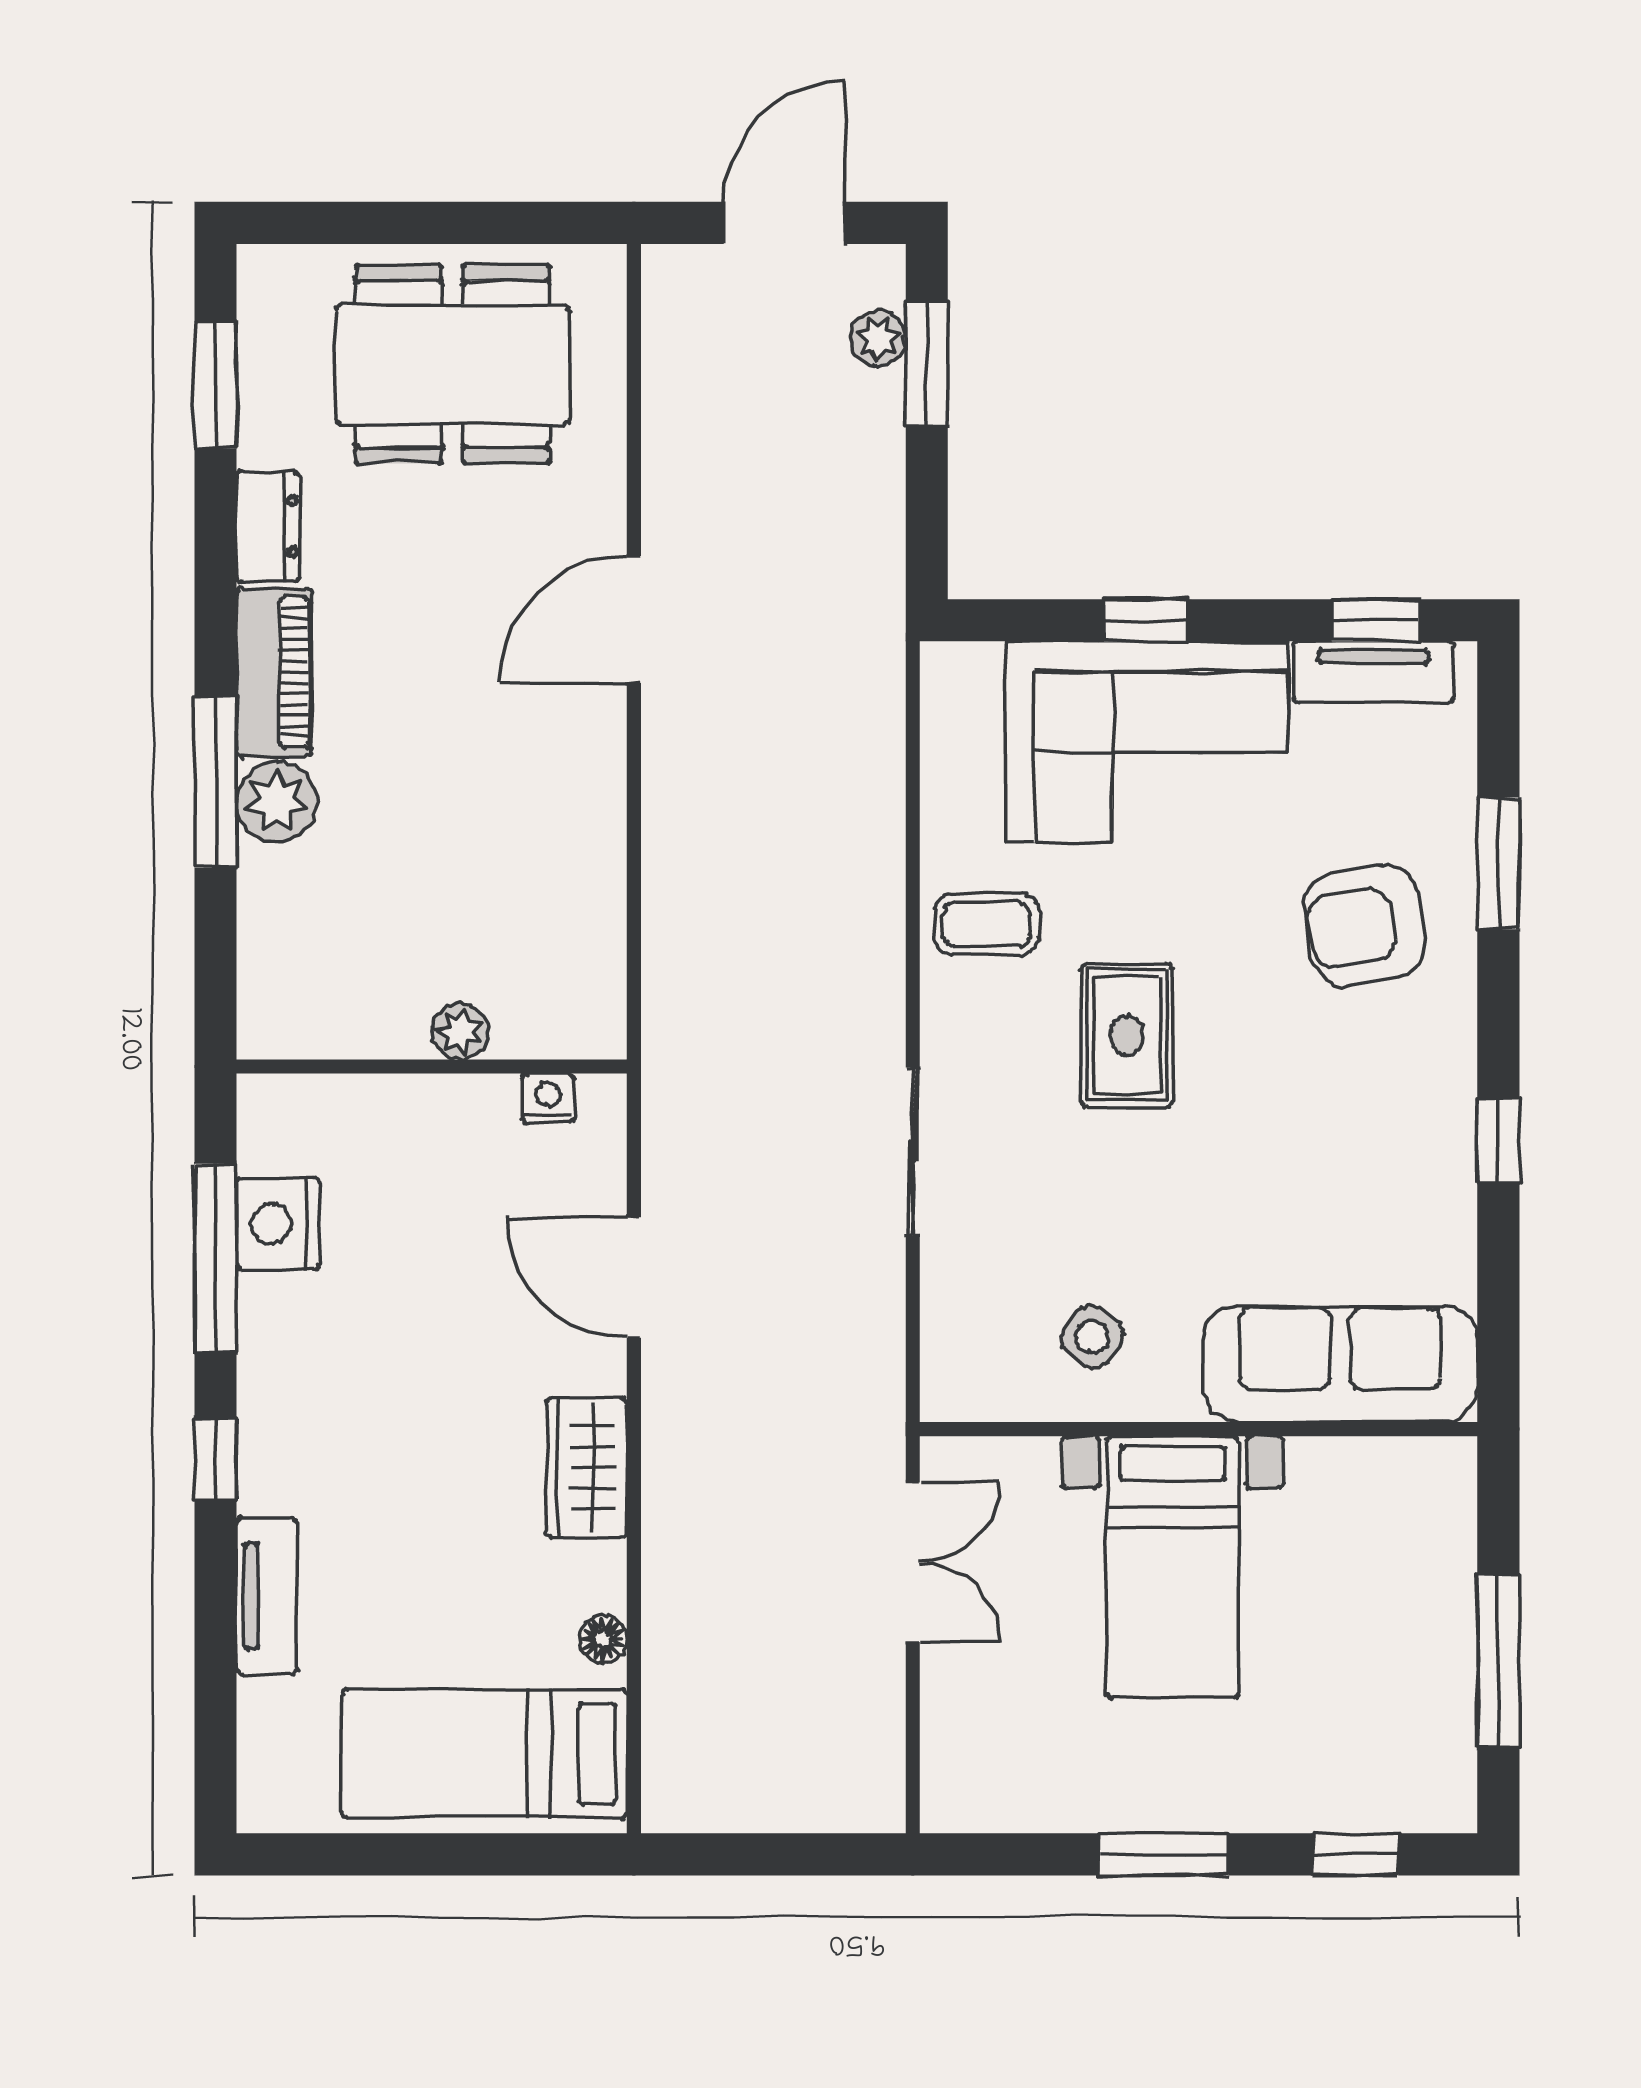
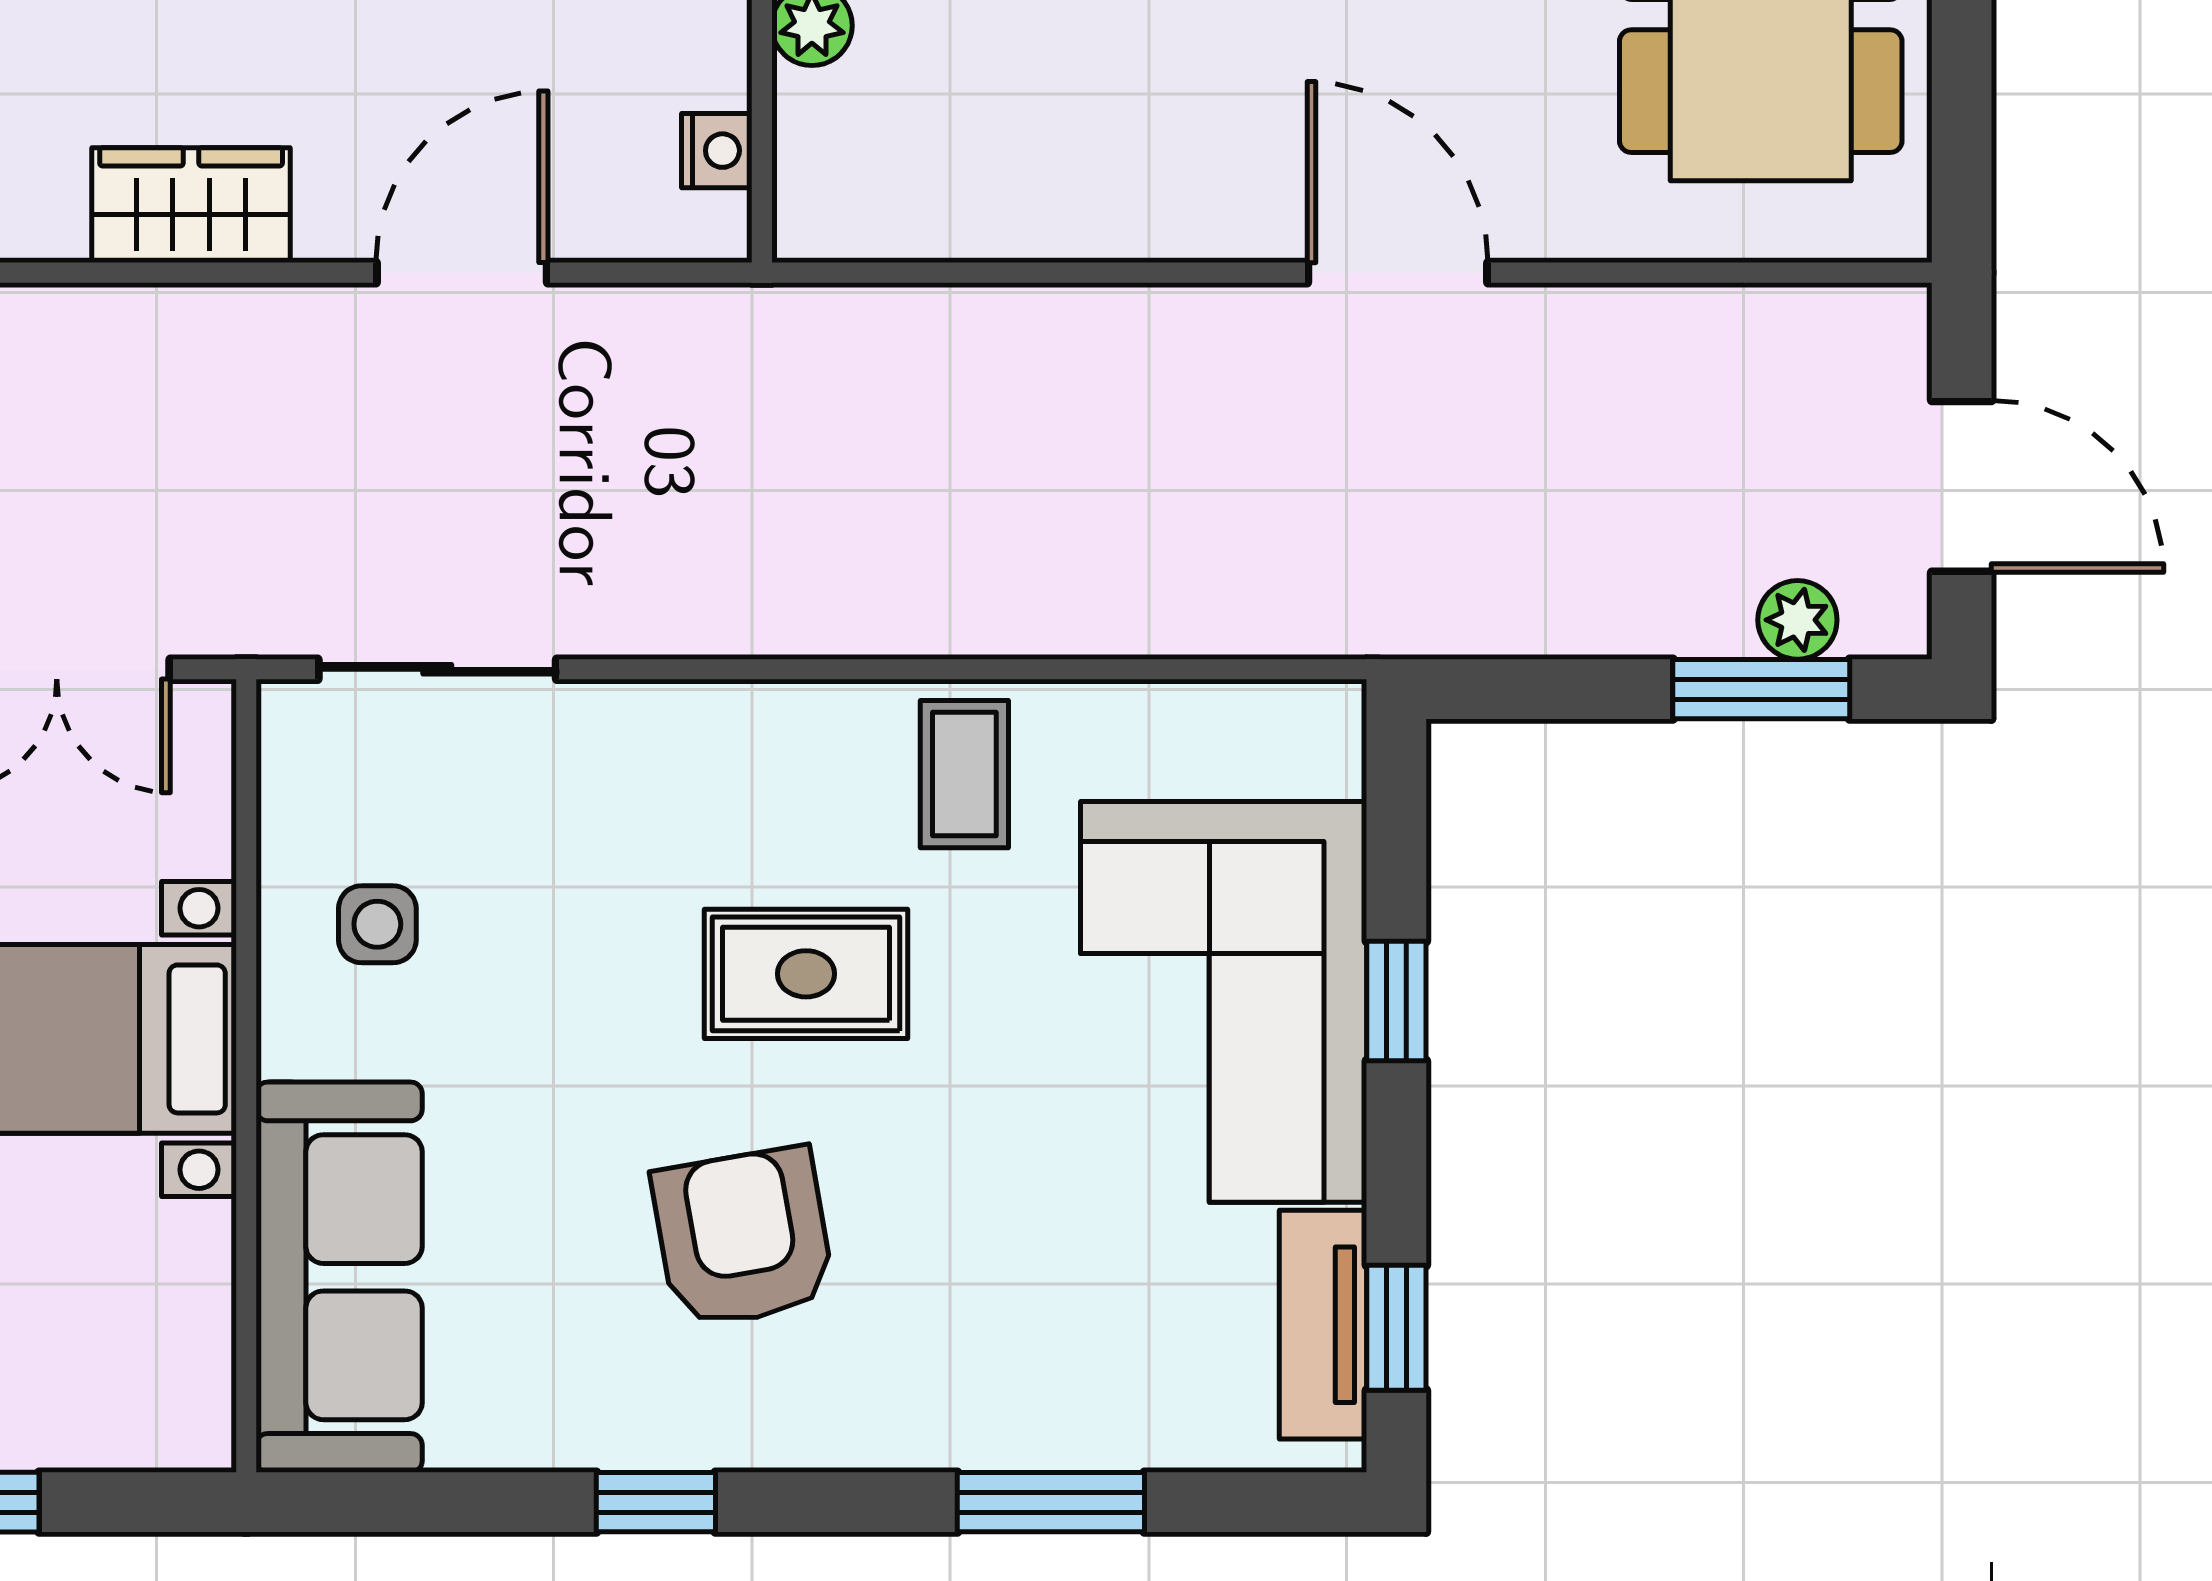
armchair: (1365, 926) -> (743, 1238), moved
sliding door: (913, 1151) -> (437, 669), moved
side table: (1092, 1337) -> (377, 924), turned -36

